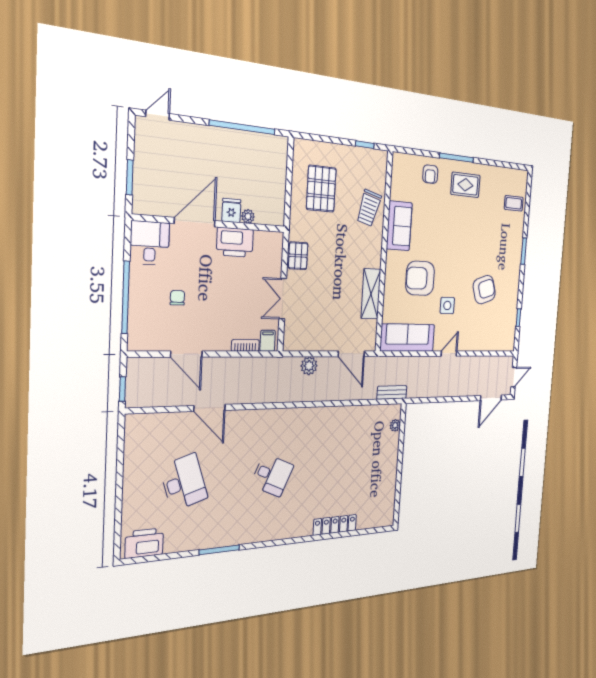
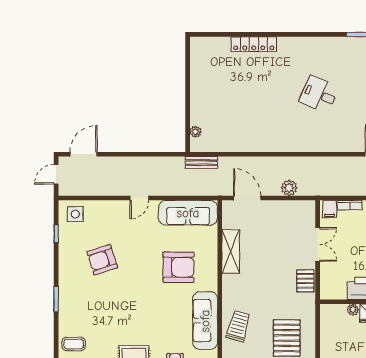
sofa: (399, 226) -> (205, 321), width x1.36
side table: (447, 305) -> (75, 214), moved

